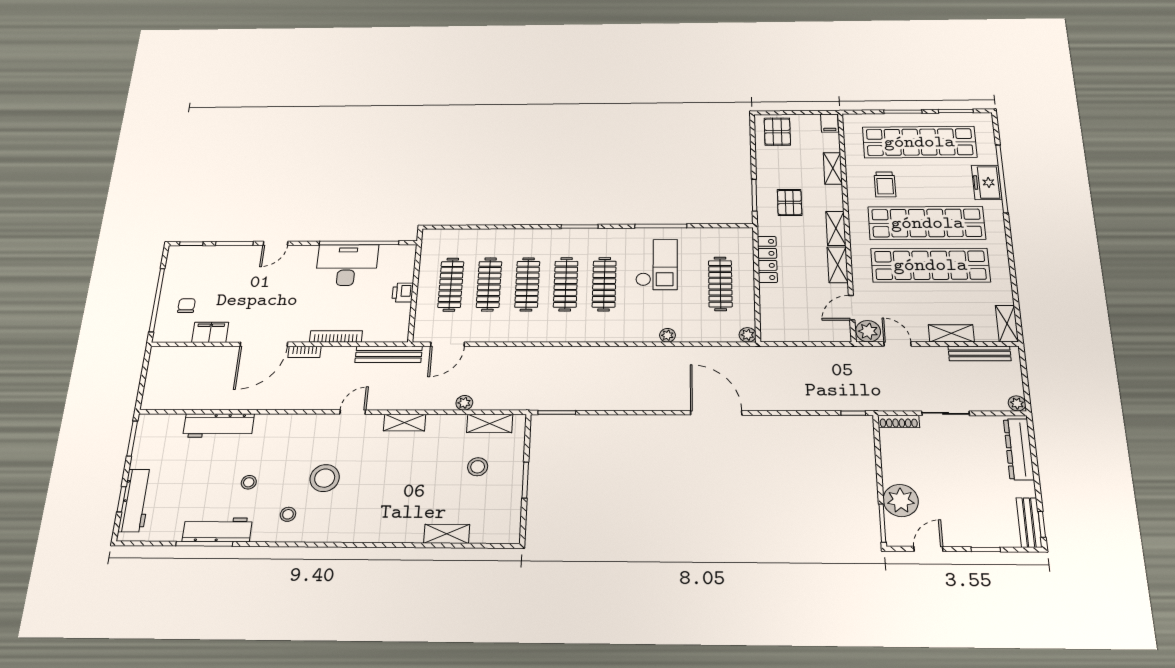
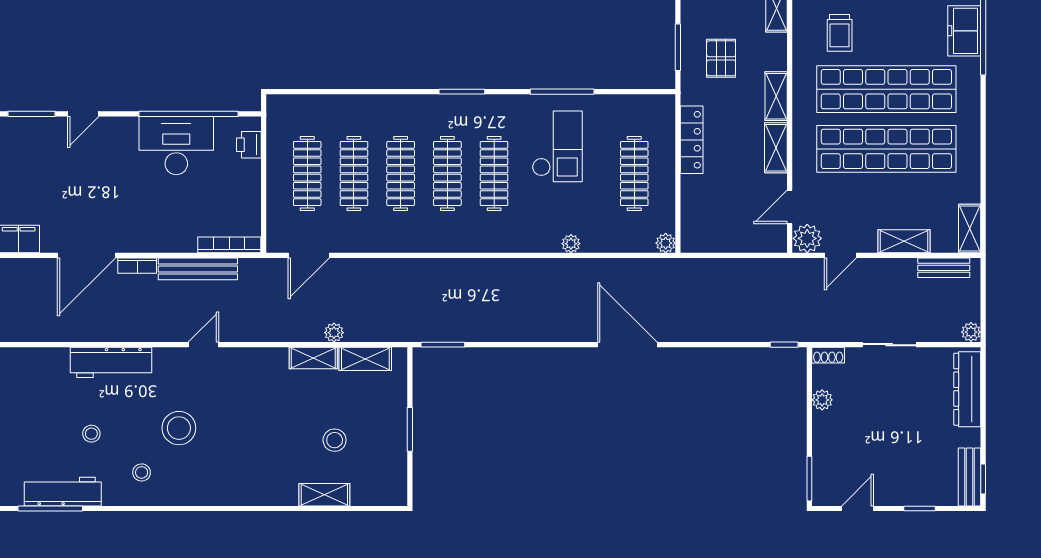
printer: (403, 293) -> (249, 145), moved
bookcase: (336, 337) -> (229, 245), moved
door: (897, 344) -> (840, 255), swing flipped
bench: (980, 353) -> (944, 268), width x0.73
bench: (389, 354) -> (198, 269), moved
shoe rack: (899, 421) -> (828, 355), width x0.70
shelving: (405, 423) -> (313, 358), moved
workbench: (218, 426) -> (111, 362), moved
stool: (478, 467) -> (335, 440), moved
plant: (901, 500) -> (822, 400), moved, width x0.53, depth x0.53

